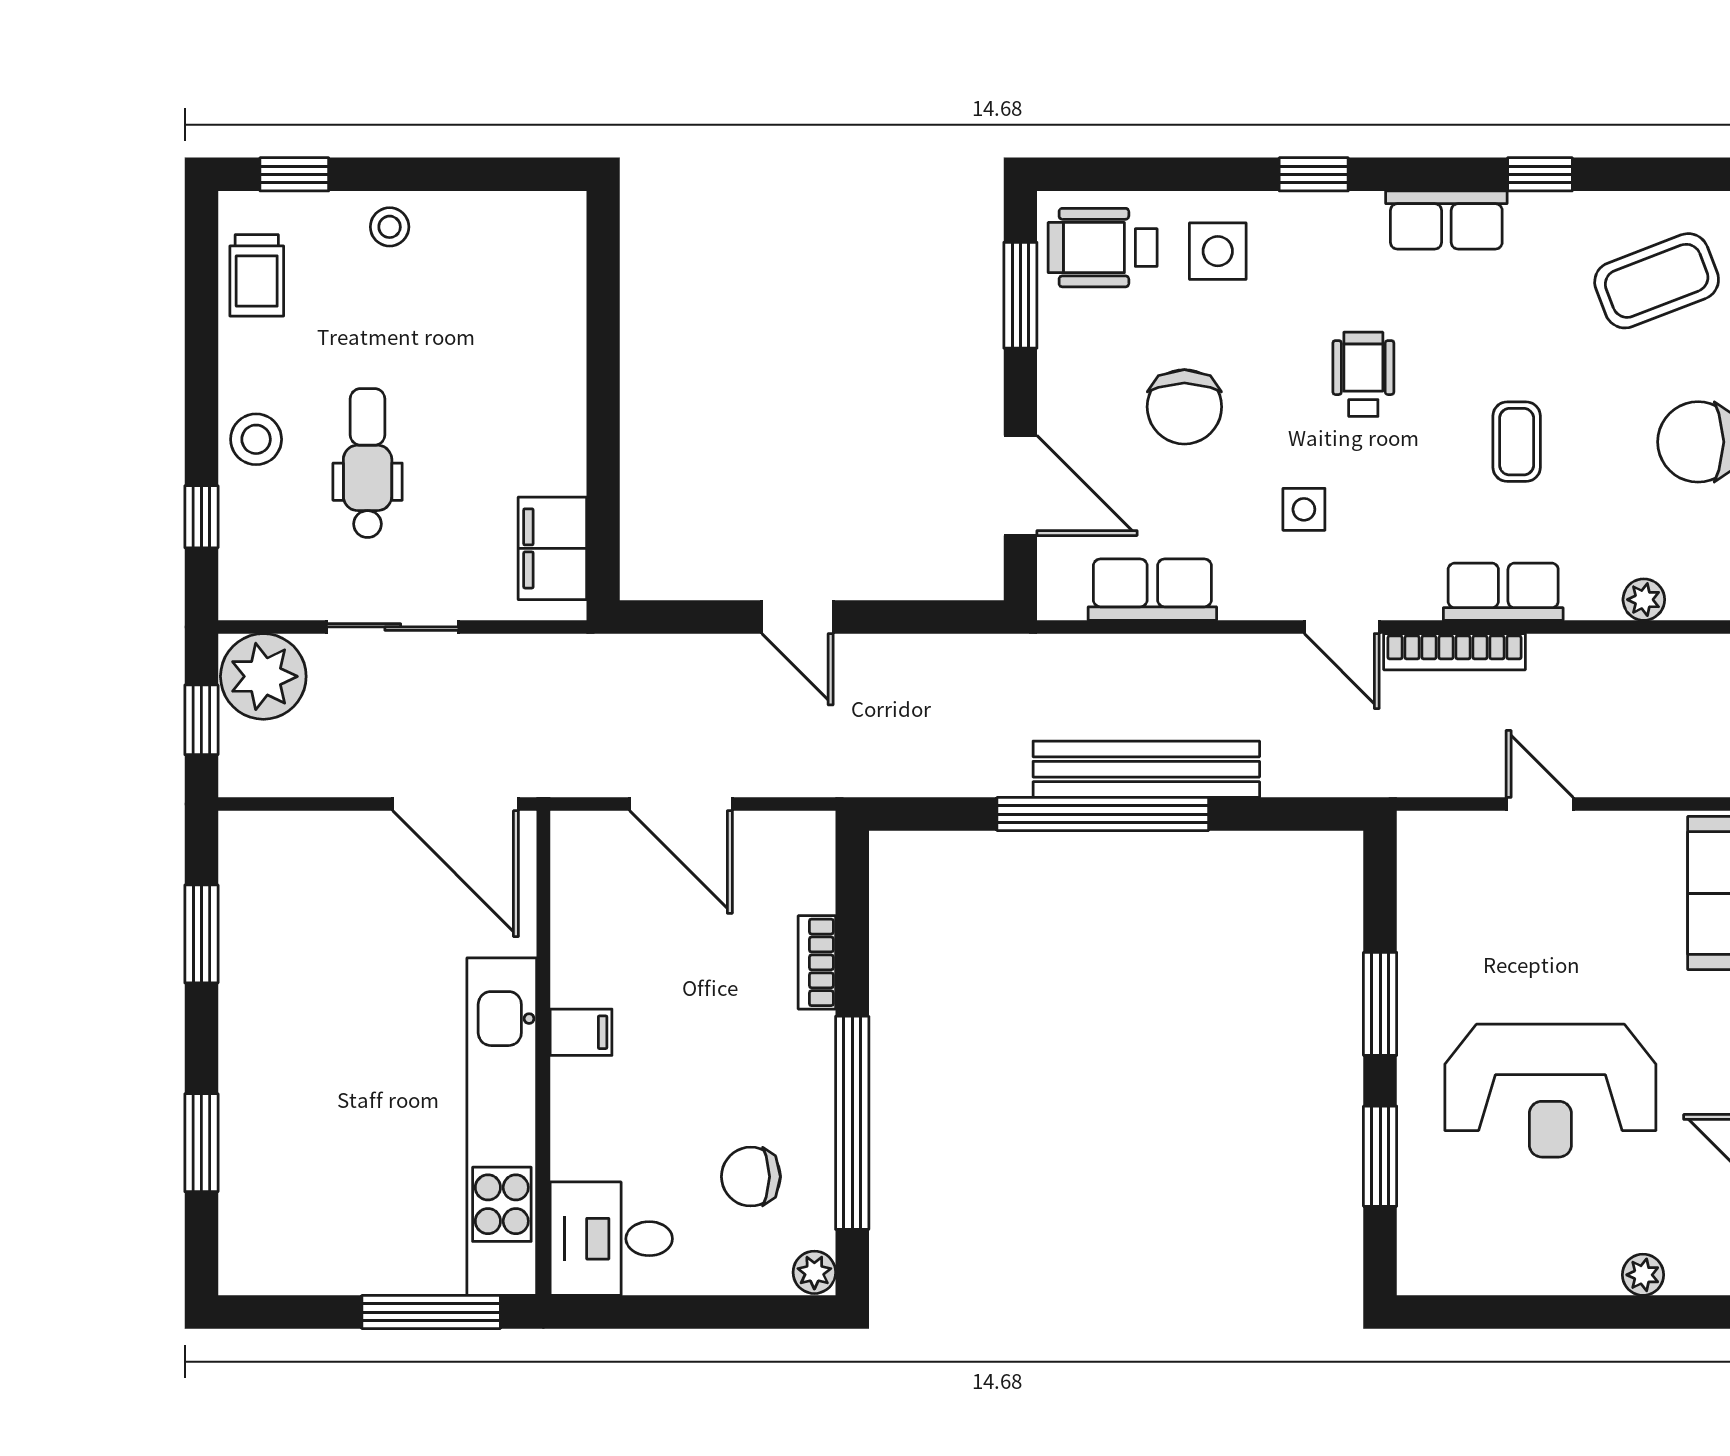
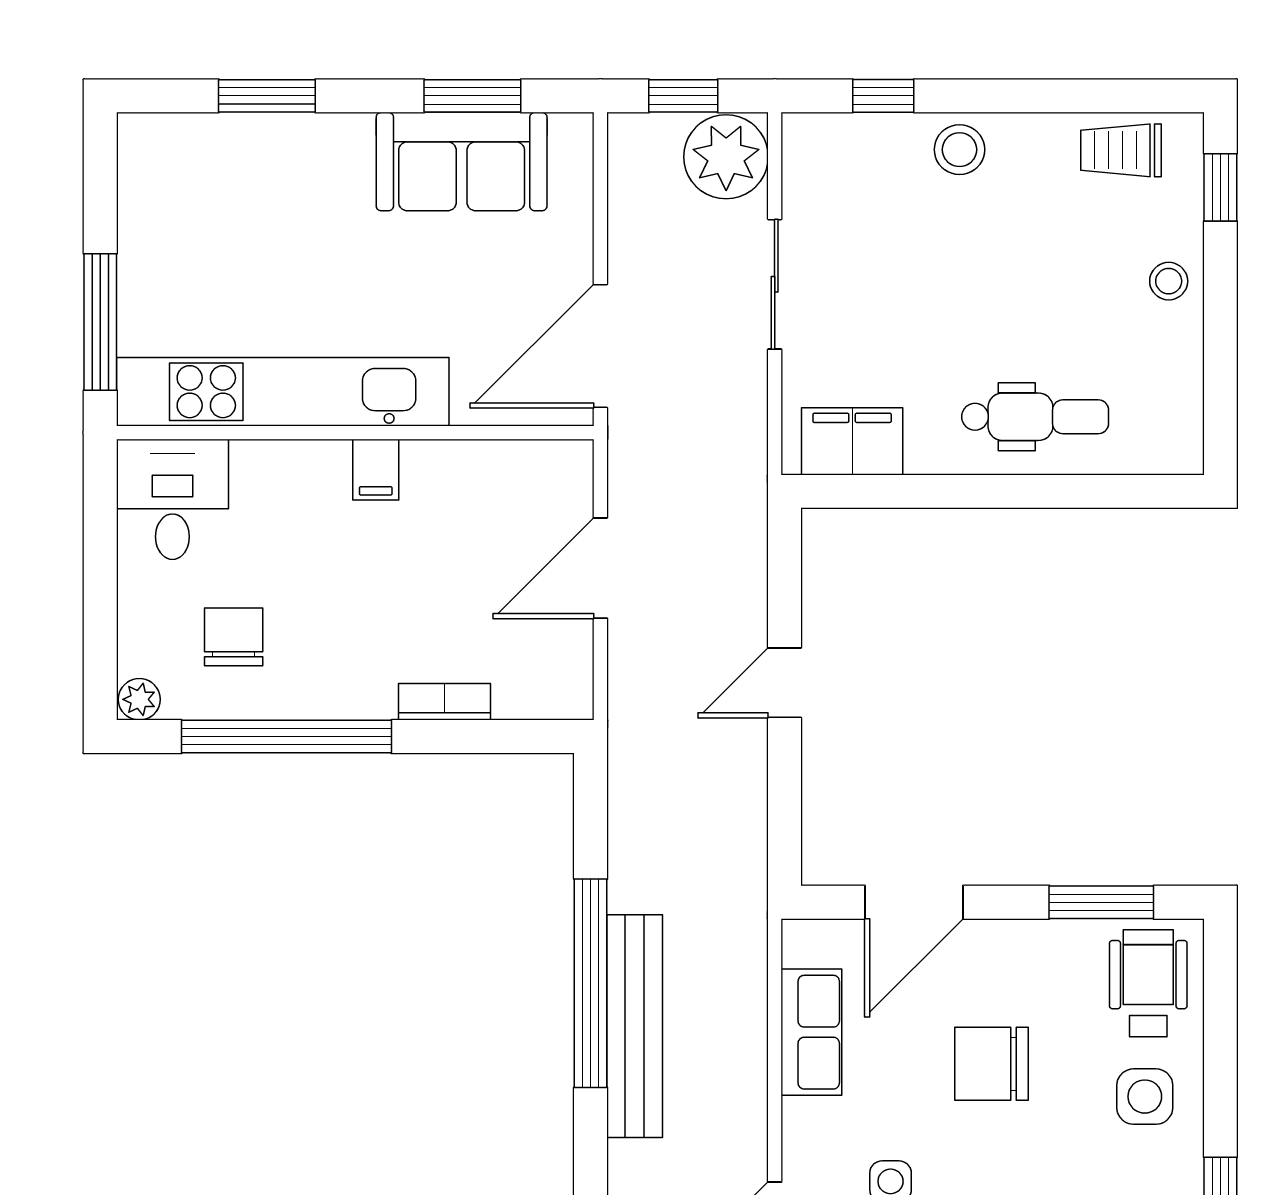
dental chair: (368, 463) -> (1035, 417), moved
sofa: (268, 945) -> (462, 162), added

